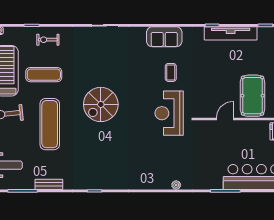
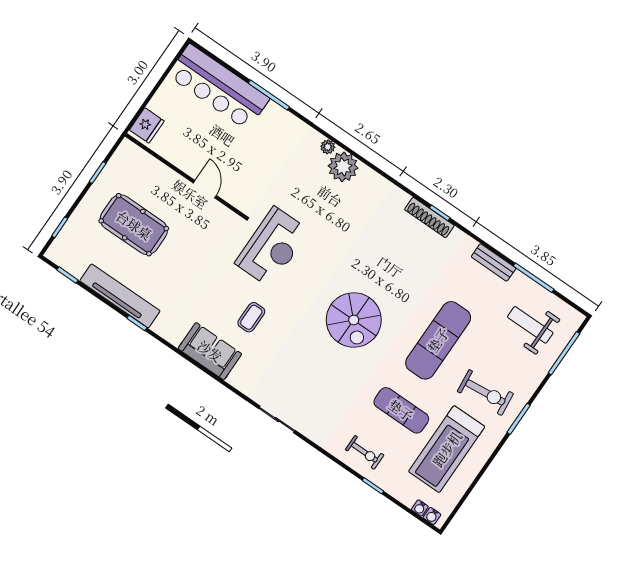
coffee table: (171, 72) -> (251, 317), moved
pool table: (252, 96) -> (134, 225), moved, turned 90
spiral stairs: (101, 104) -> (354, 320), turned 90
door: (225, 119) -> (205, 189), swing flipped
plant: (161, 180) -> (343, 167), added
shoe rack: (98, 185) -> (429, 217), added

